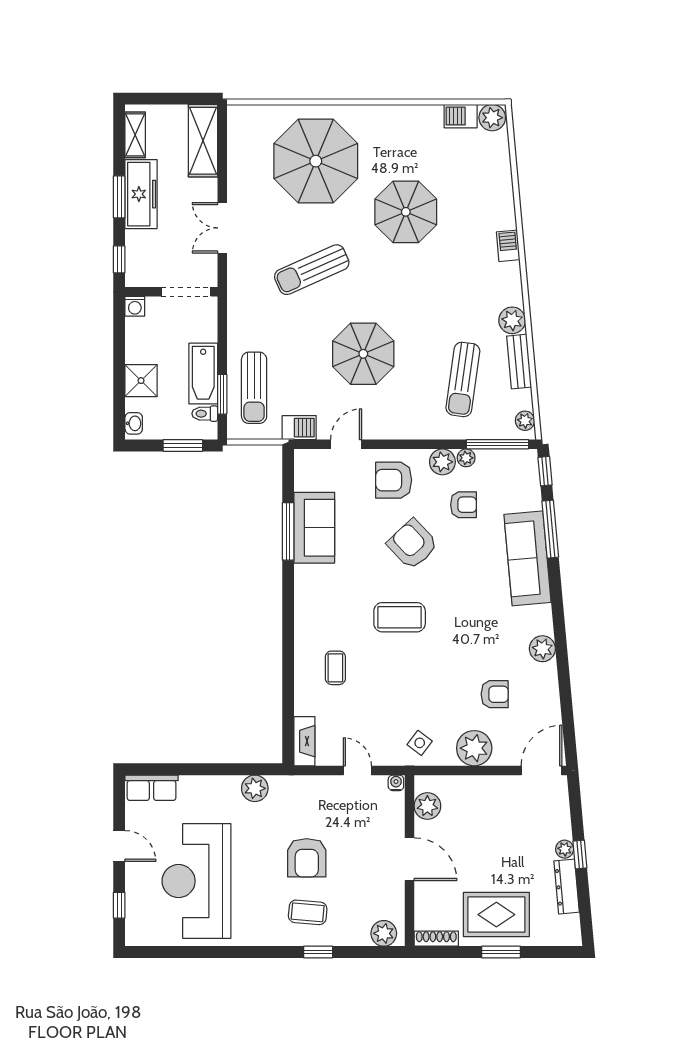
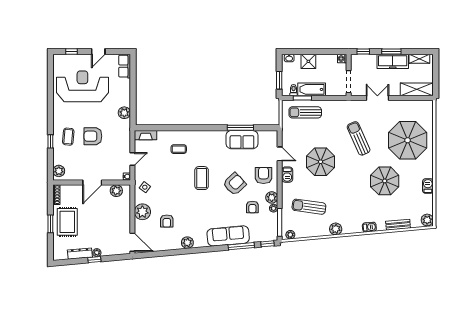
barbecue: (461, 116) -> (428, 186), moved
bench: (519, 362) -> (398, 225), moved
barbecue: (299, 428) -> (287, 175), moved

